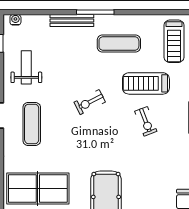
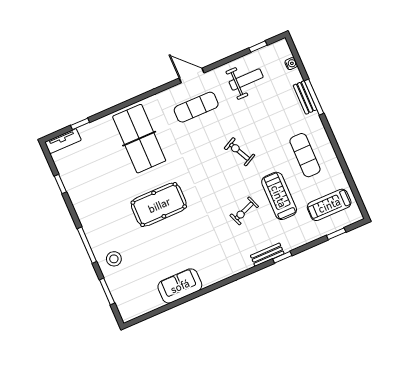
window: (95, 12) -> (314, 97), moved
water cooler: (15, 20) -> (291, 64), moved
bench: (72, 21) -> (305, 97), width x0.73

